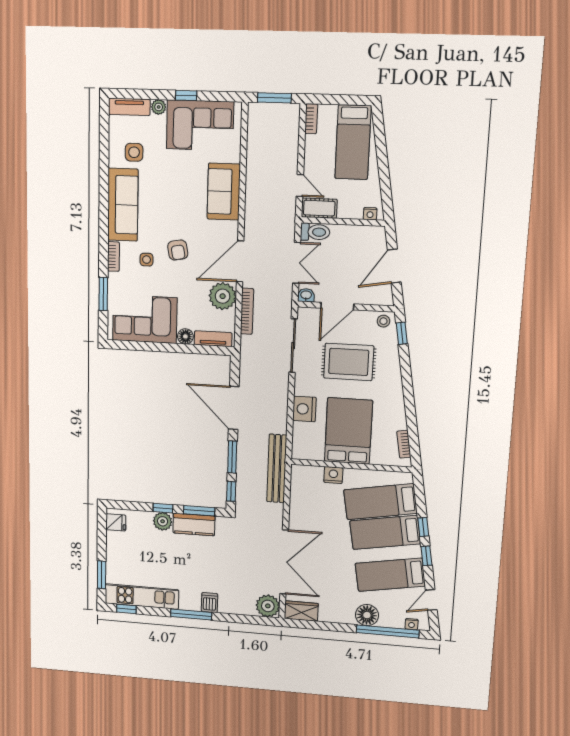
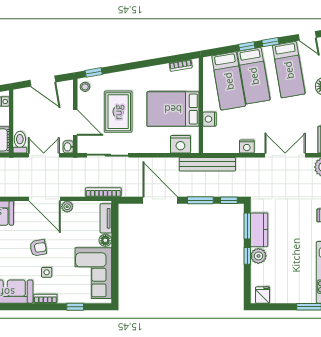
window: (103, 294) -> (75, 307), width x0.67
plant: (223, 296) -> (67, 207), width x0.53, depth x0.53
bookcase: (247, 311) -> (103, 192), moved
door: (234, 408) -> (160, 200), swing flipped
nightstand: (304, 409) -> (180, 144), moved
nightstand: (297, 518) -> (247, 146), added
double door: (284, 562) -> (285, 155), width x0.73

